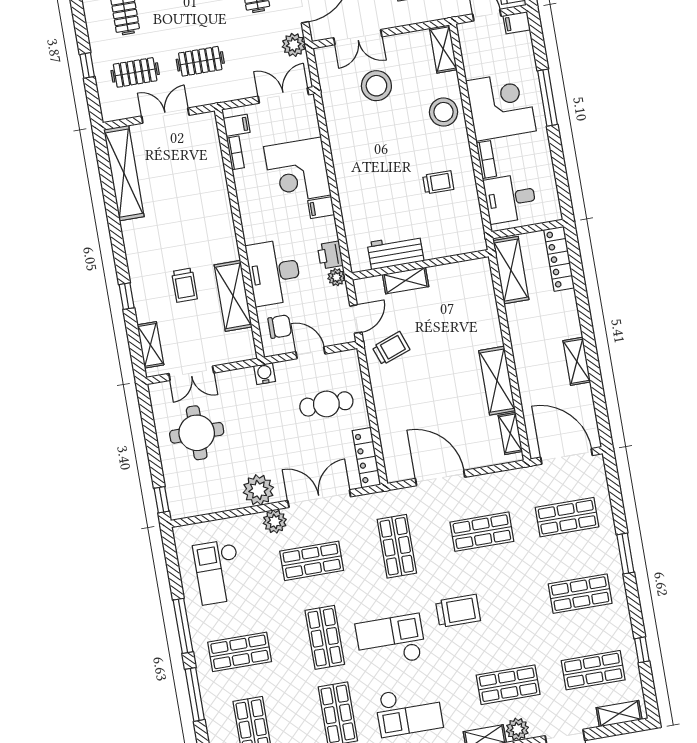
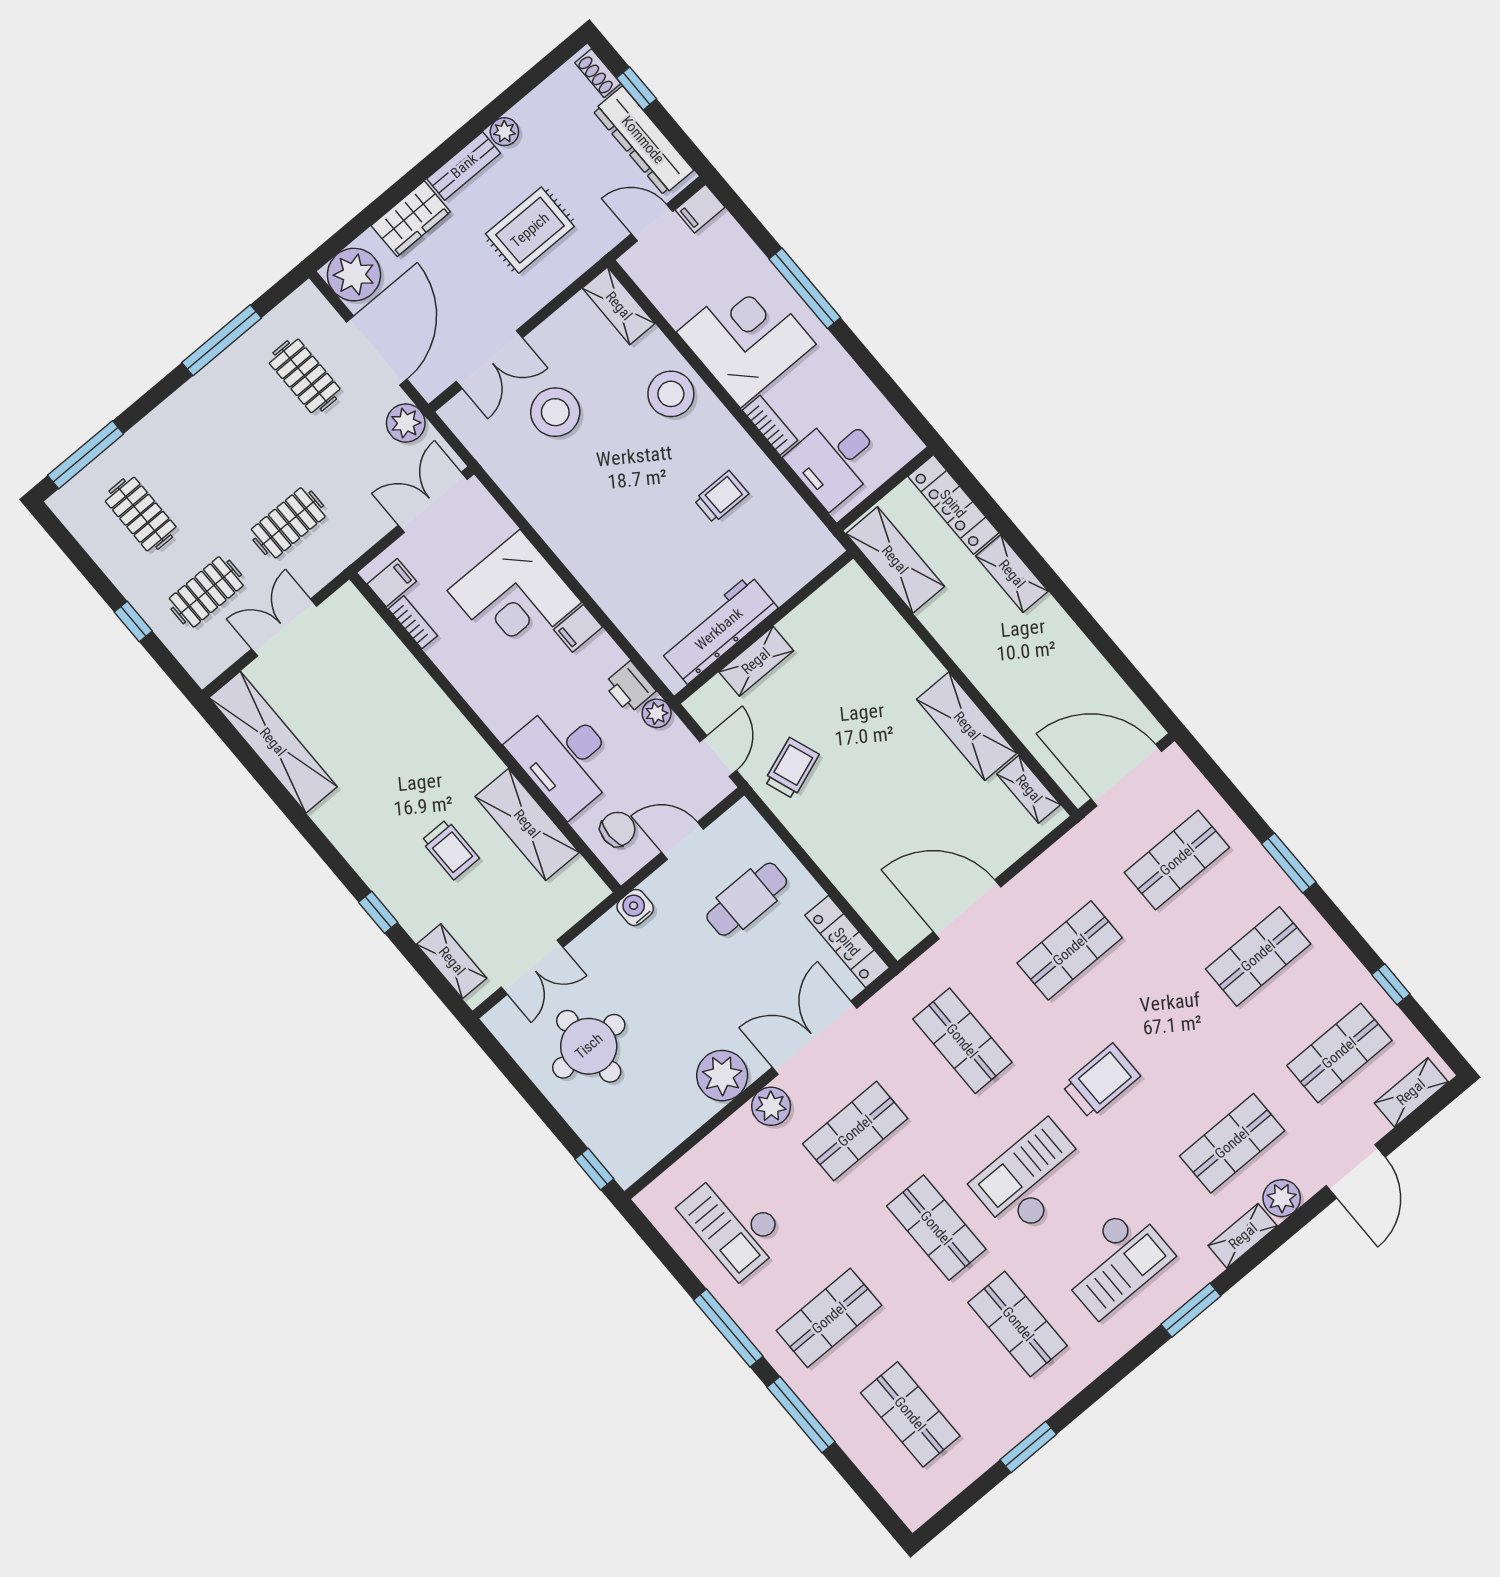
workbench: (396, 252) -> (719, 629), width x1.38
shelving: (577, 361) -> (1012, 574), moved

